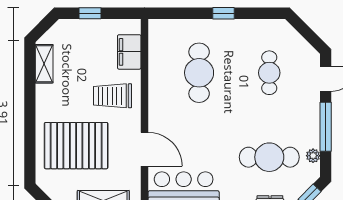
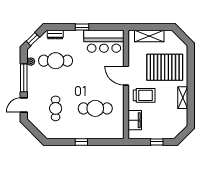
shelving: (44, 64) -> (183, 98), moved
cafe table: (199, 73) -> (95, 108), turned 90
door: (144, 149) -> (126, 76), moved

